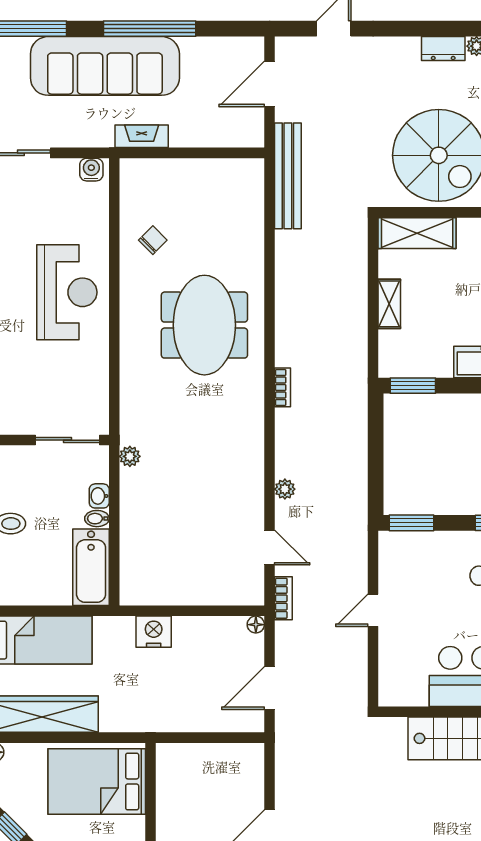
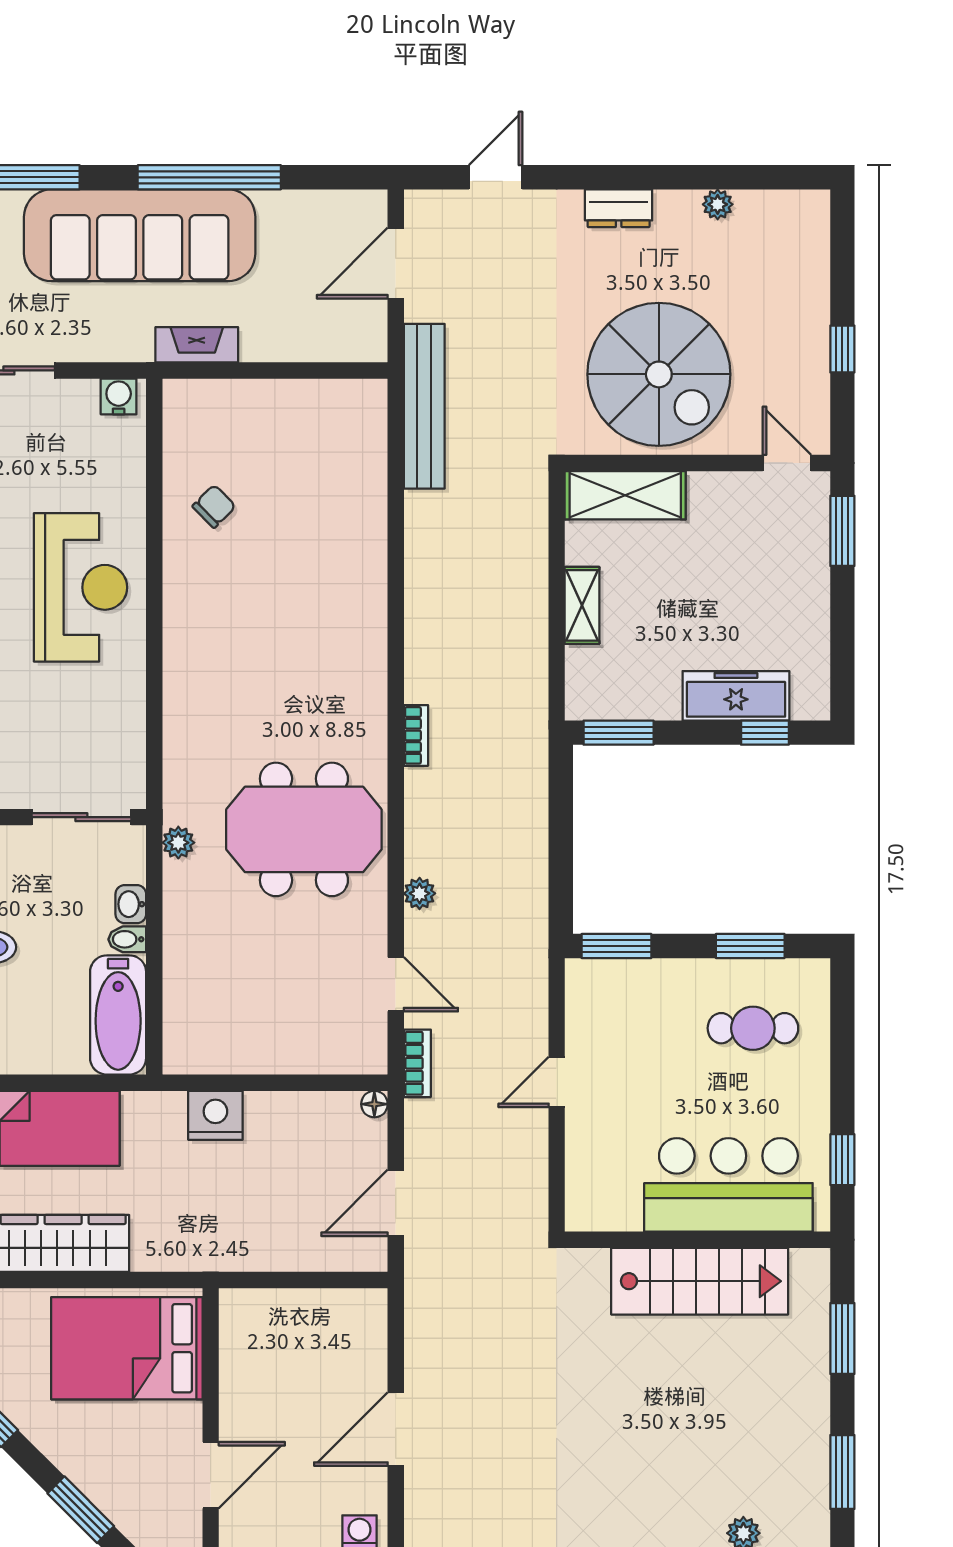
dresser: (443, 49) -> (619, 208), moved
meeting table: (204, 325) -> (304, 829), moved, turned 90

